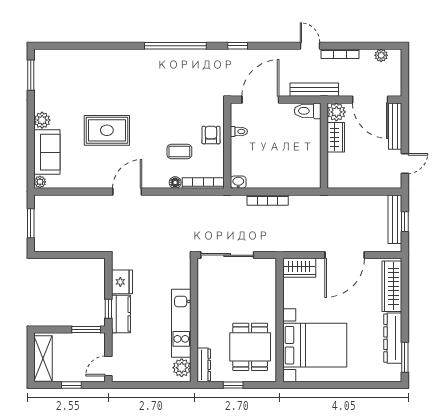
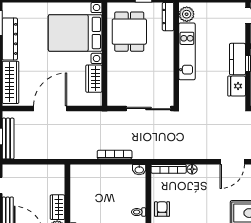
armchair: (211, 135) -> (162, 209), turned 180
coffee table: (179, 151) -> (189, 195), removed
wardrobe: (299, 268) -> (94, 79), moved, turned -90

